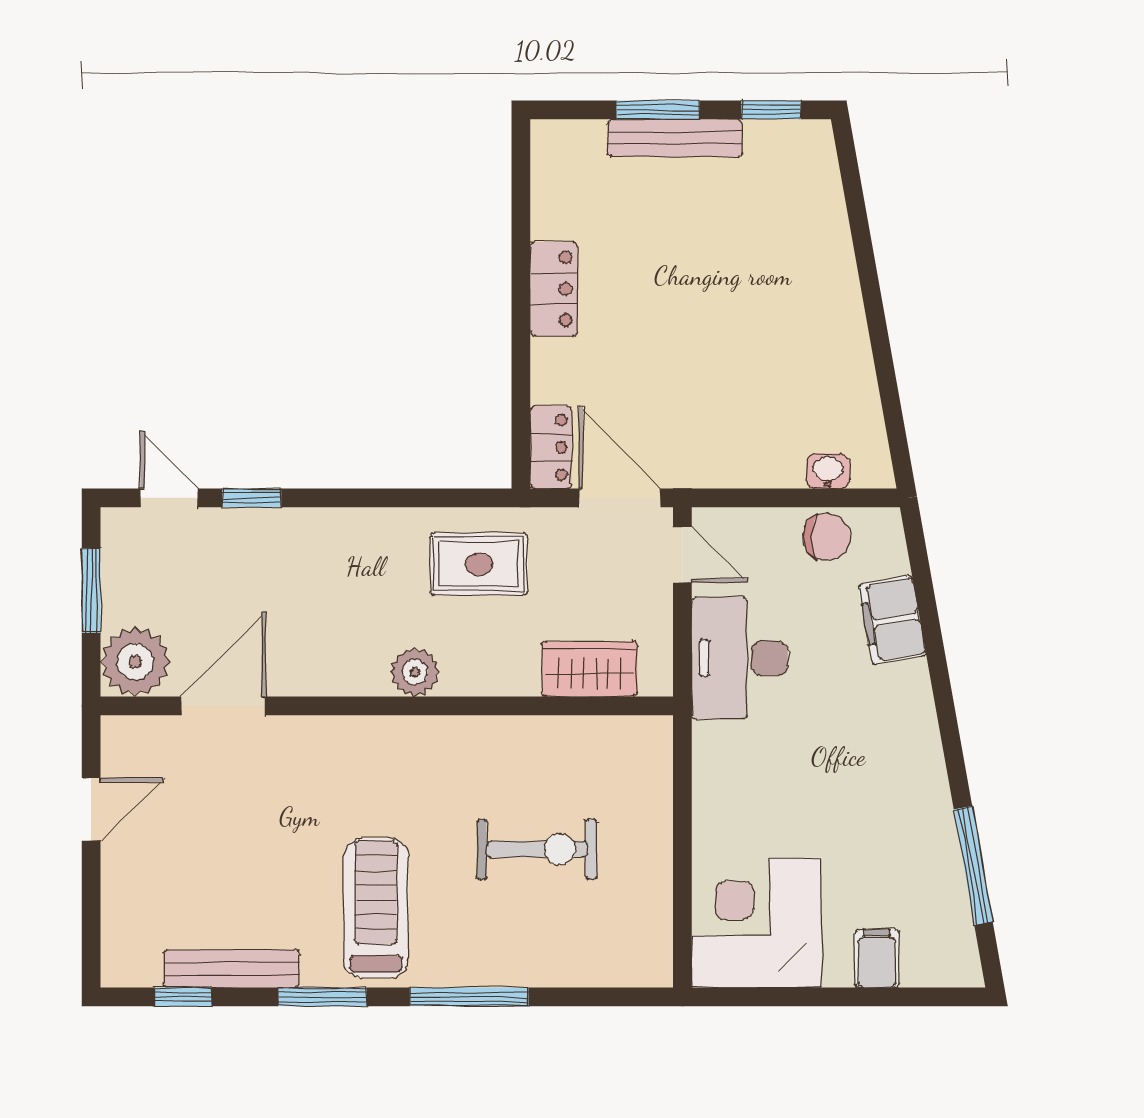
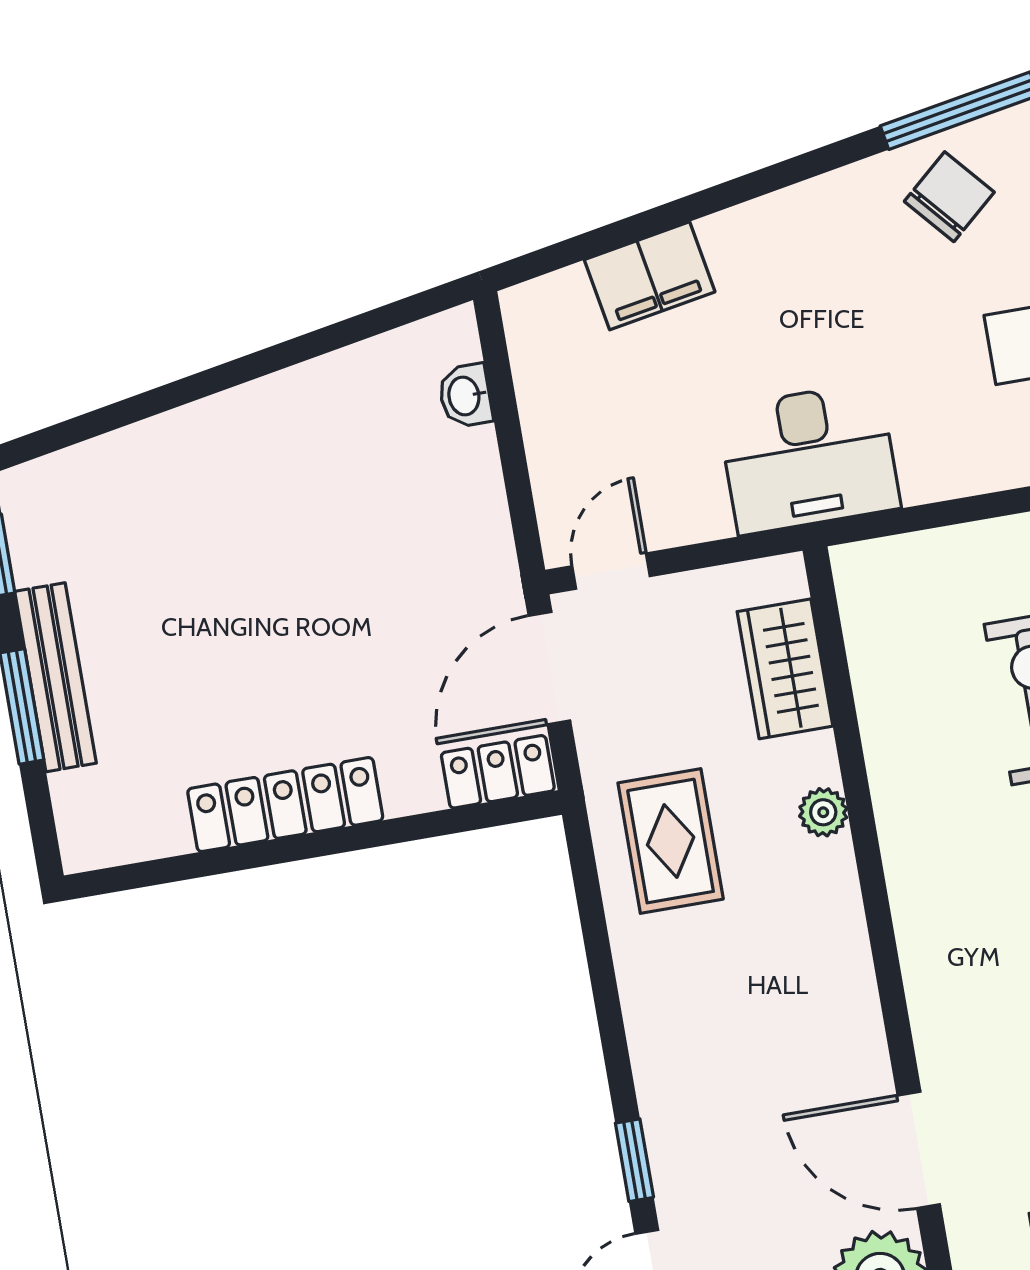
locker: (554, 289) -> (285, 805), width x1.53
chair: (826, 537) -> (949, 197), moved, turned 49
desk: (740, 658) -> (809, 458), moved
plant: (415, 672) -> (823, 812), moved, width x0.73, depth x0.73

